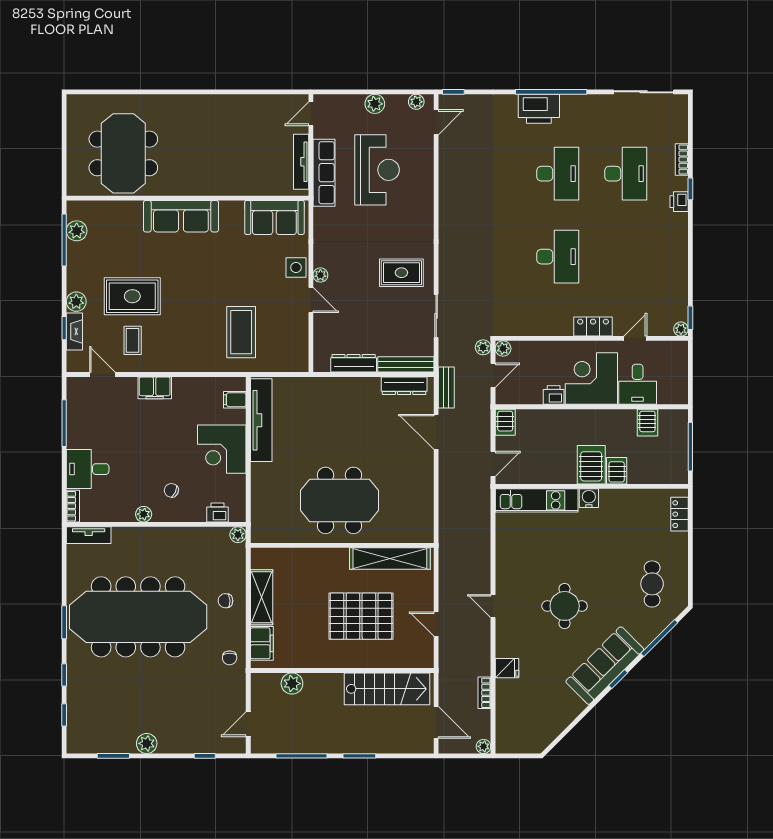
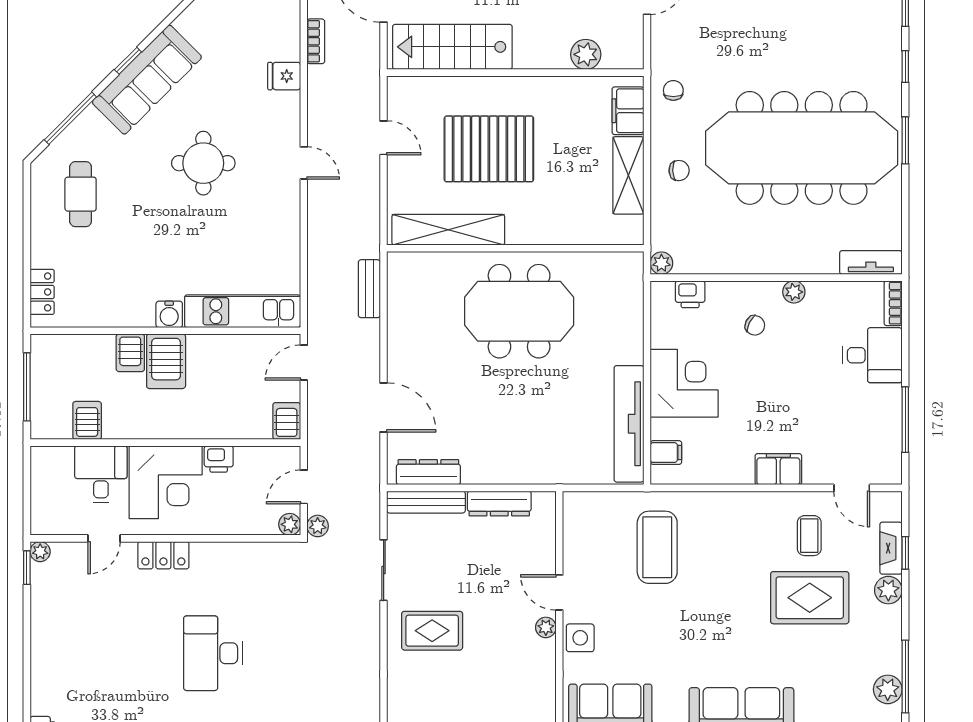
bench: (446, 387) -> (369, 289), moved

